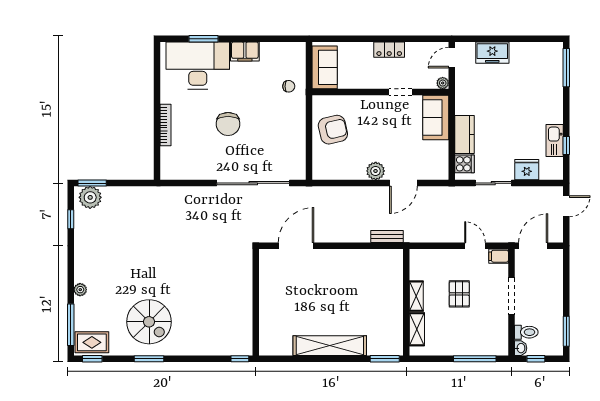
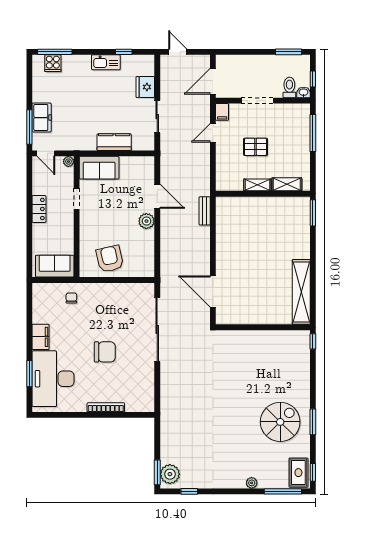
window: (482, 39) -> (29, 127), added
kitchen sink: (555, 141) -> (106, 62), moved
cooker: (465, 164) -> (53, 63), moved, turned 180
door: (533, 246) -> (213, 81), hinge flipped
shelving: (330, 346) -> (301, 292), moved

